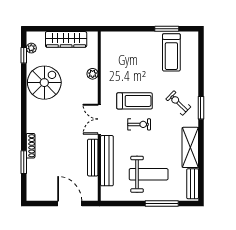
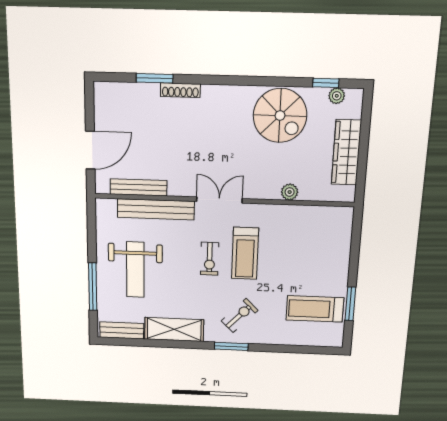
bench: (93, 158) -> (139, 187), moved

